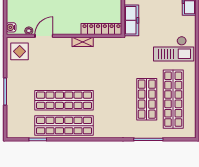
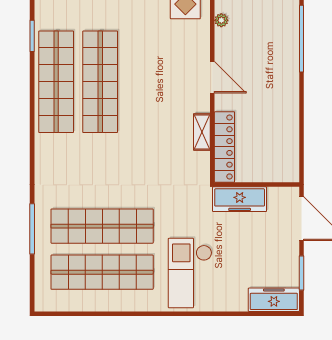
door: (44, 36) -> (212, 77), moved
shelving: (83, 42) -> (202, 132), moved
shop shelf: (147, 99) -> (102, 226), width x1.40

